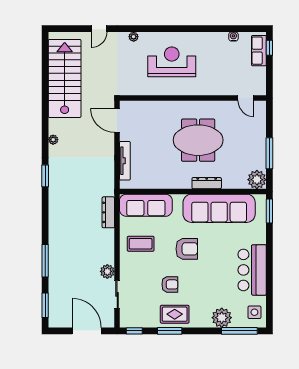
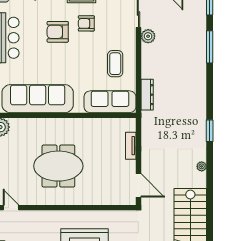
tv unit: (125, 161) -> (131, 146), width x0.71
dresser: (207, 183) -> (50, 124), removed
coffee table: (141, 244) -> (115, 64), turned 90
armchair: (187, 249) -> (58, 32), moved

